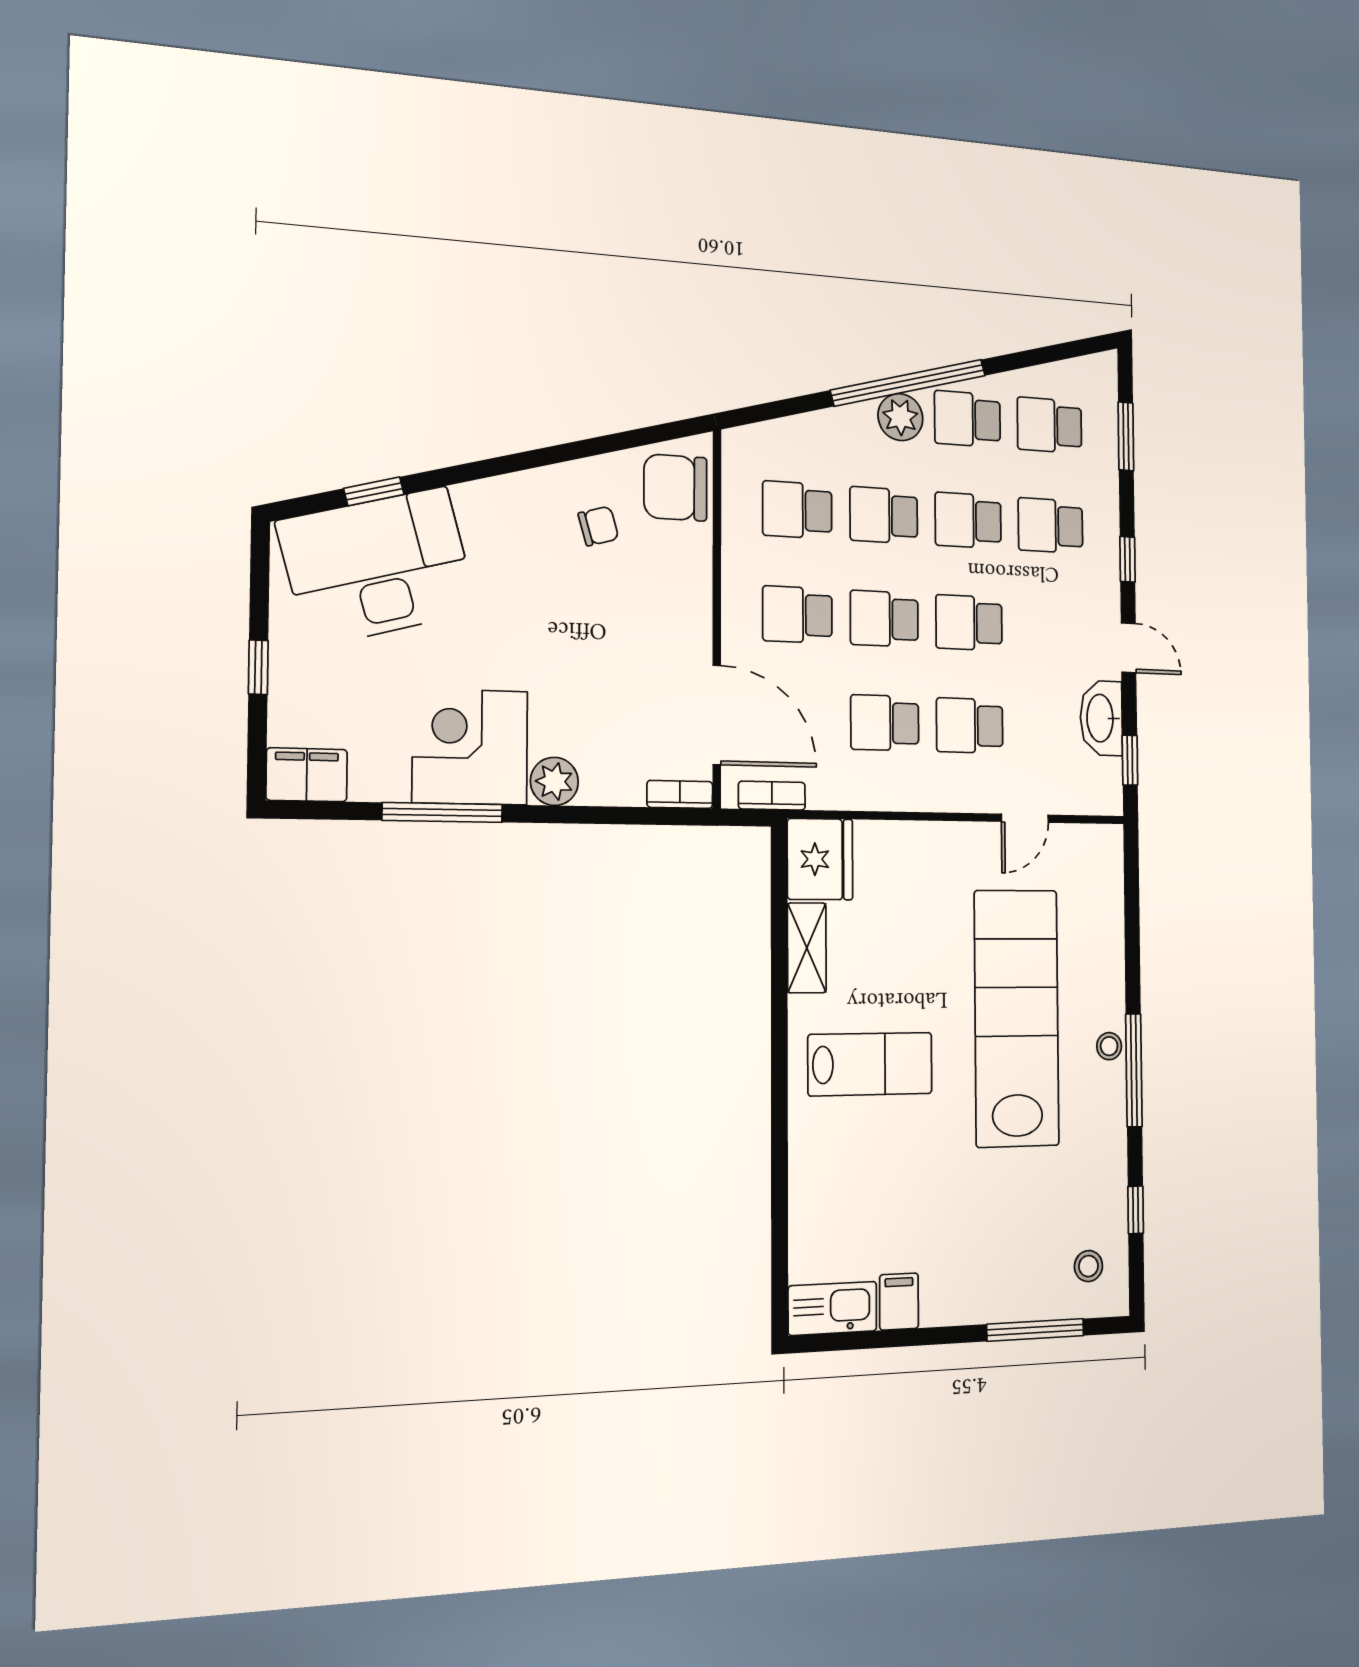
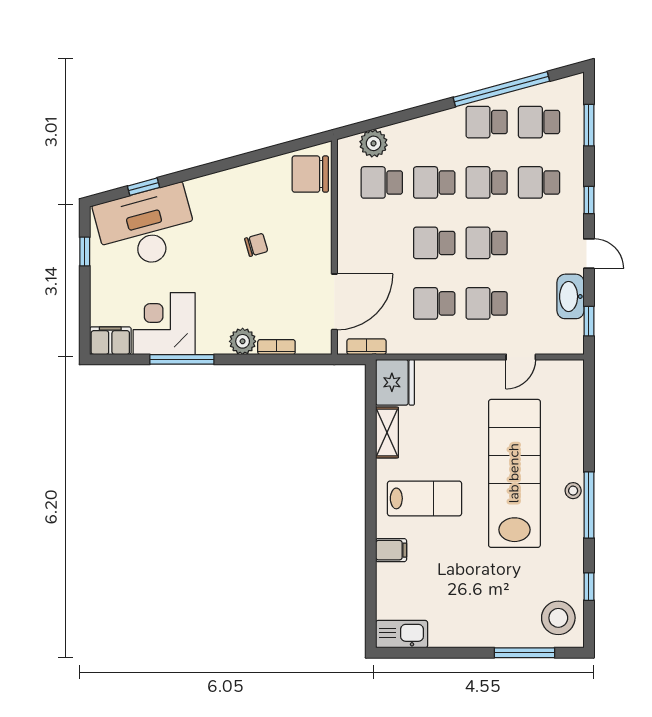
window: (908, 383) -> (501, 89), moved
plant: (900, 417) -> (374, 143), moved
chair: (598, 526) -> (256, 245), moved
school desk: (797, 615) -> (382, 243), removed
window: (258, 667) -> (85, 251), moved
door: (717, 715) -> (334, 302), hinge flipped
corner desk: (470, 747) -> (164, 324), moved
bookcase: (680, 794) -> (276, 347), moved
stool: (1088, 1266) -> (558, 618), width x1.89, depth x1.89
filing cabinet: (899, 1302) -> (391, 550), moved, turned 90

